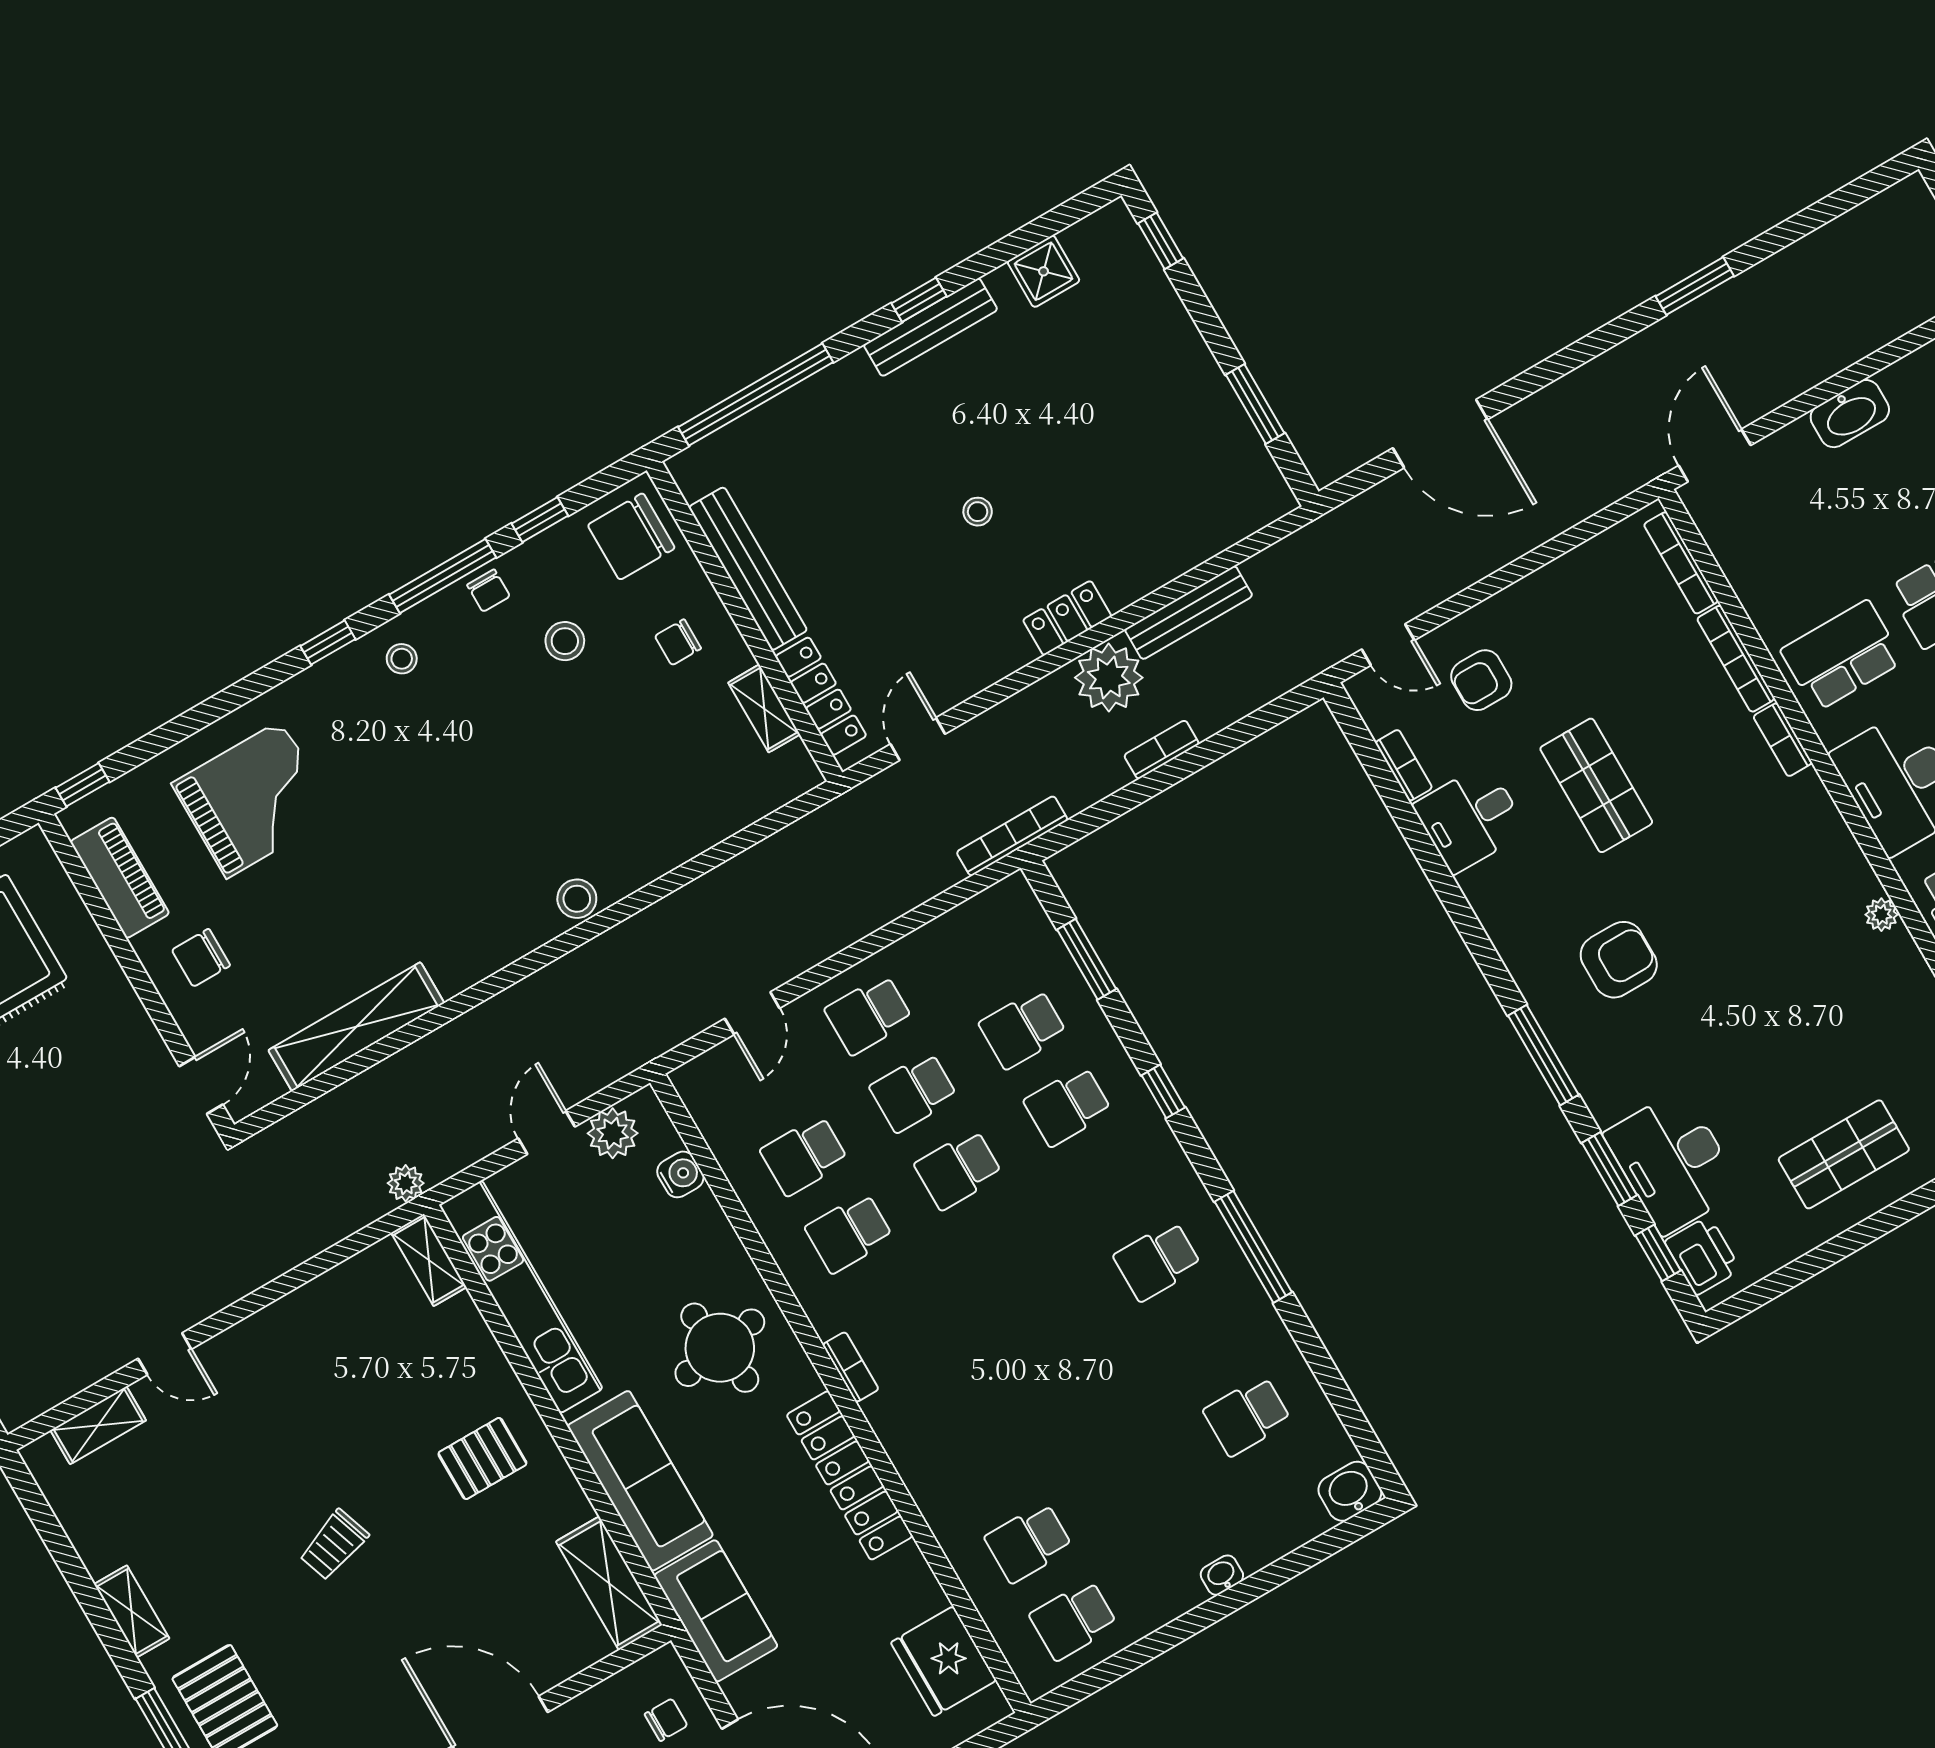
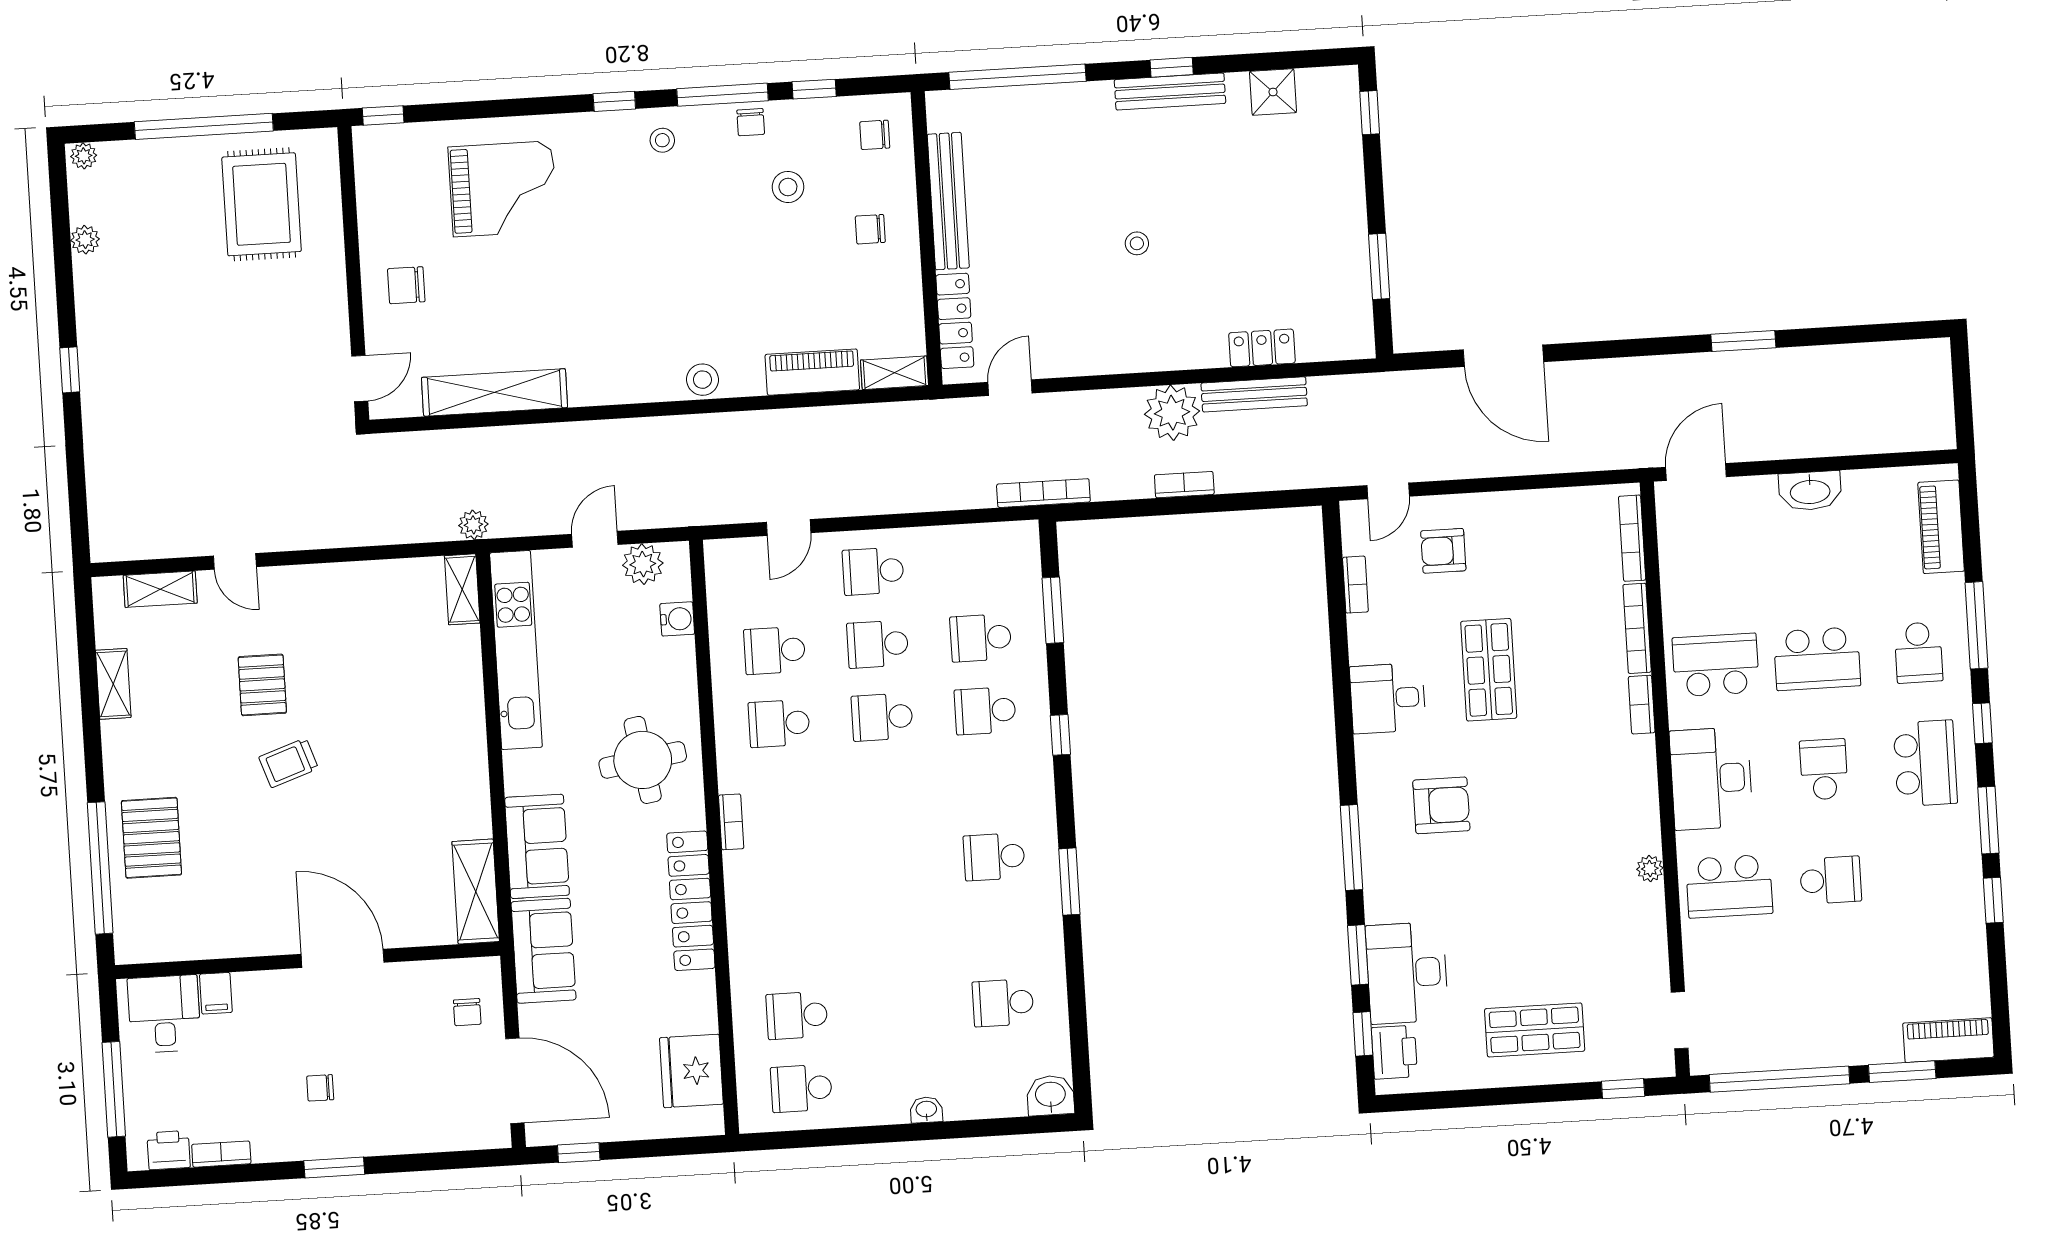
chair: (631, 537) -> (875, 135), width x0.54, depth x0.54
locker: (1067, 618) -> (1262, 348), moved
door: (1388, 645) -> (1388, 491), hinge flipped
shelving: (764, 708) -> (895, 373), moved, turned 90
desk: (1470, 818) -> (1388, 698), moved
piano: (120, 878) -> (812, 372), moved, turned -90
window: (1253, 1247) -> (1069, 882), width x0.69
pallet: (482, 1458) -> (262, 685), moved, turned 90
sofa: (640, 1481) -> (537, 846), width x0.73
shelving: (132, 1611) -> (113, 684), moved
chair: (666, 1720) -> (467, 1012), turned 90

